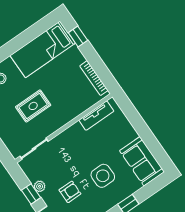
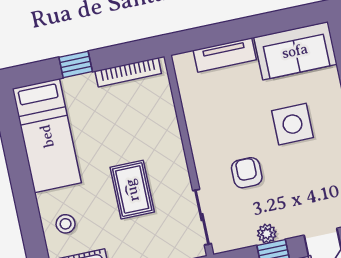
window: (78, 36) -> (76, 64), moved
tv unit: (96, 116) -> (225, 55), moved, turned 90
armchair: (70, 192) -> (247, 173), moved

